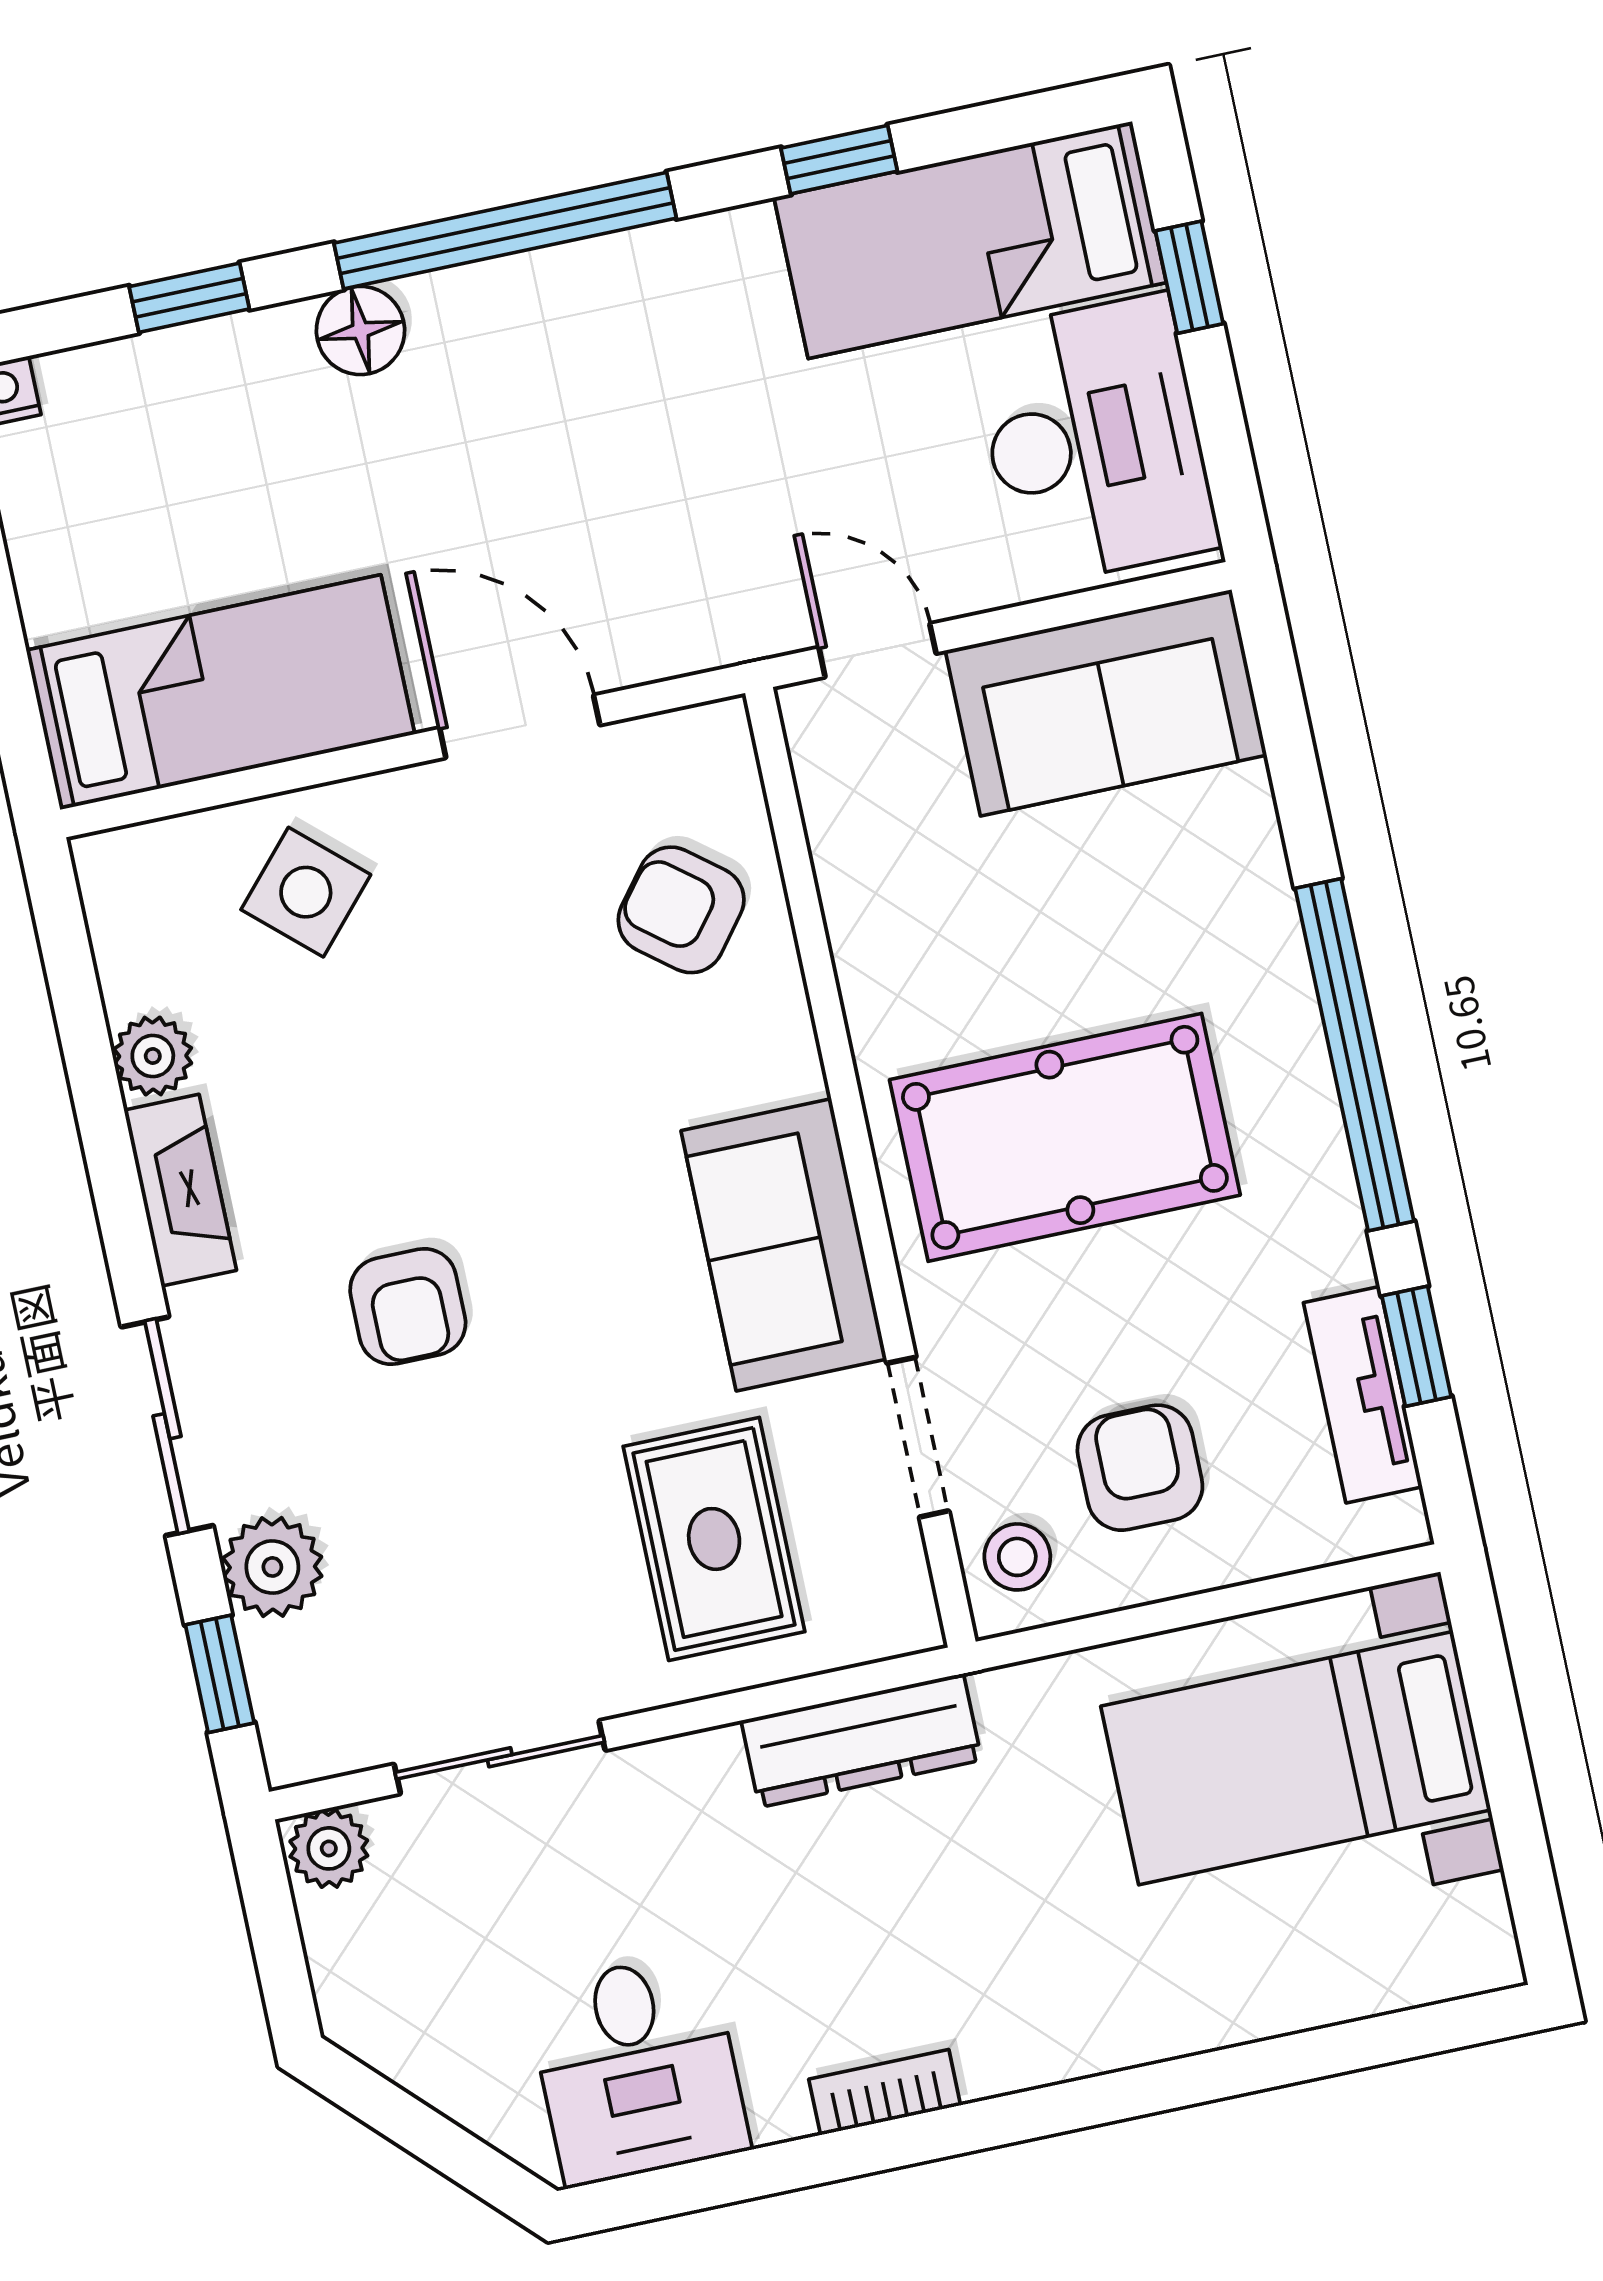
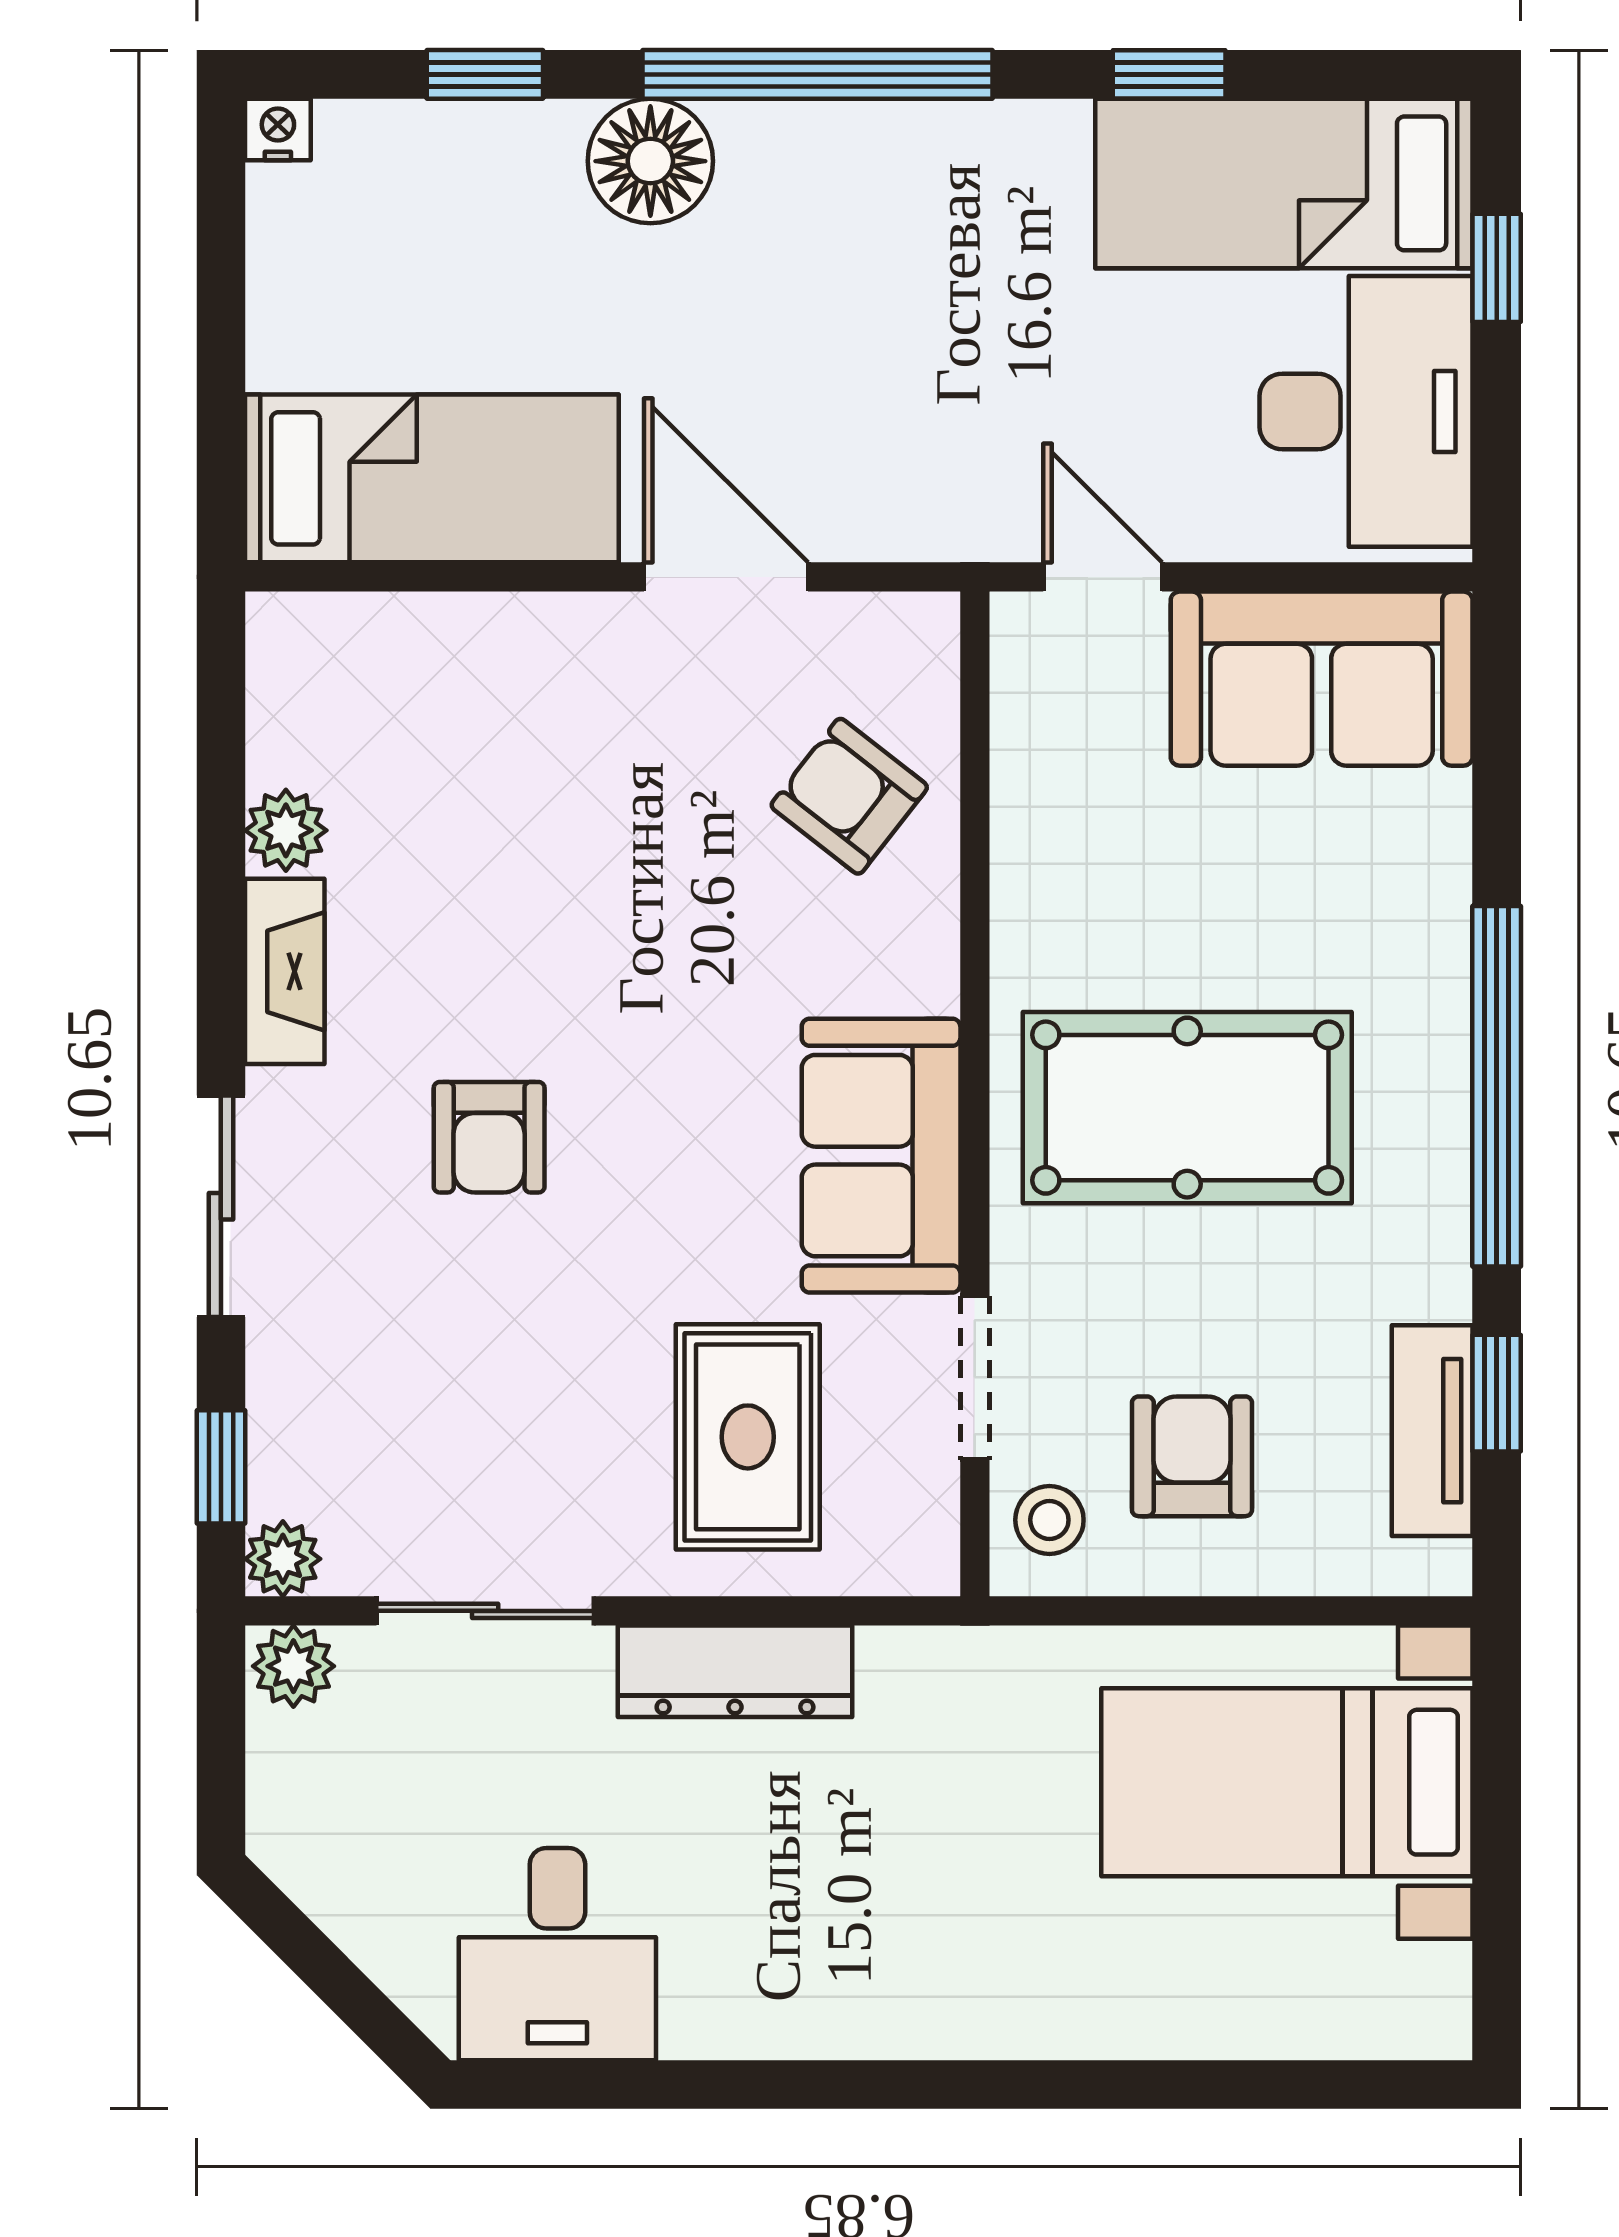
floor lamp: (360, 330) -> (650, 161), width x1.38, depth x1.38
side table: (306, 892) -> (475, 698), removed
plant: (272, 1567) -> (283, 1559), moved, width x0.73, depth x0.73
dresser: (861, 1740) -> (735, 1671), moved
bookcase: (885, 2092) -> (801, 2031), removed

